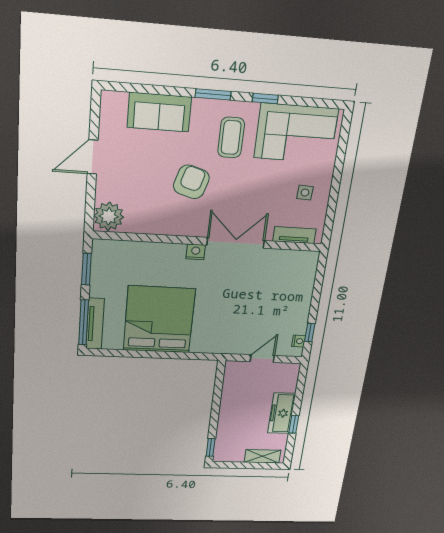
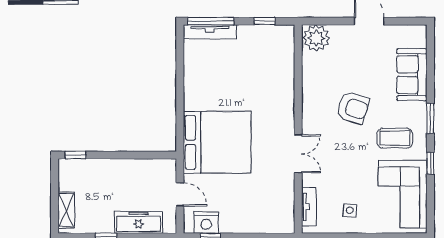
double door: (236, 243) -> (298, 154), width x0.73
nightstand: (196, 252) -> (287, 118), removed
window: (86, 269) -> (265, 21), width x0.67
bed: (159, 320) -> (217, 142), moved
nightstand: (299, 341) -> (206, 223), width x1.89, depth x1.79
freezer: (282, 413) -> (139, 222), moved

